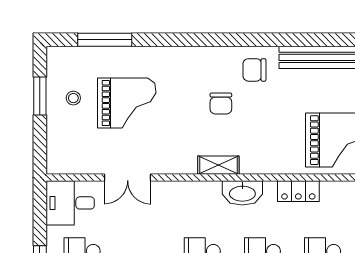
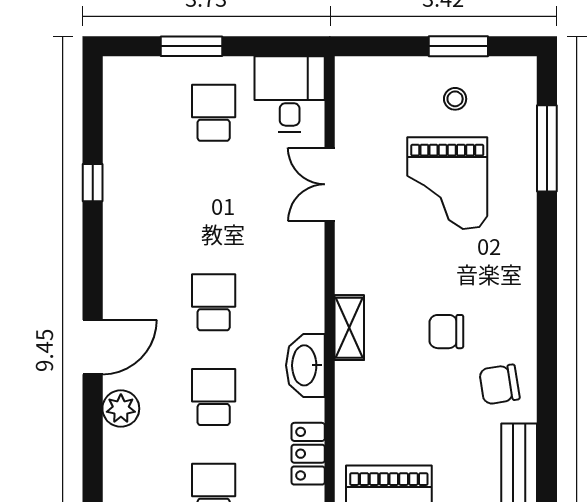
chair: (254, 70) -> (499, 384), turned -99

